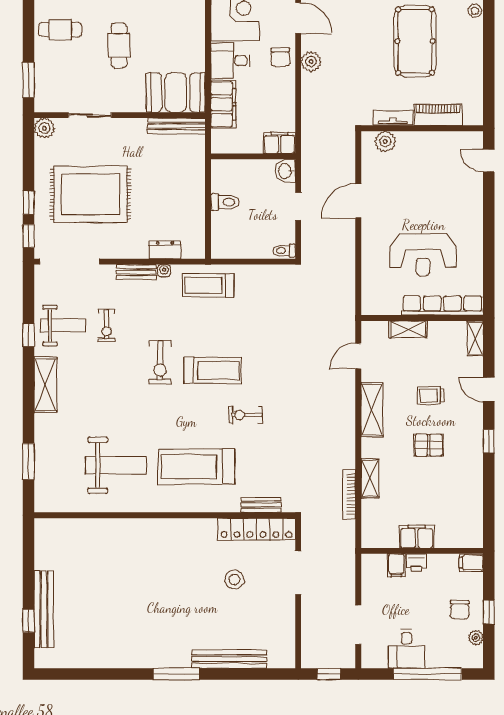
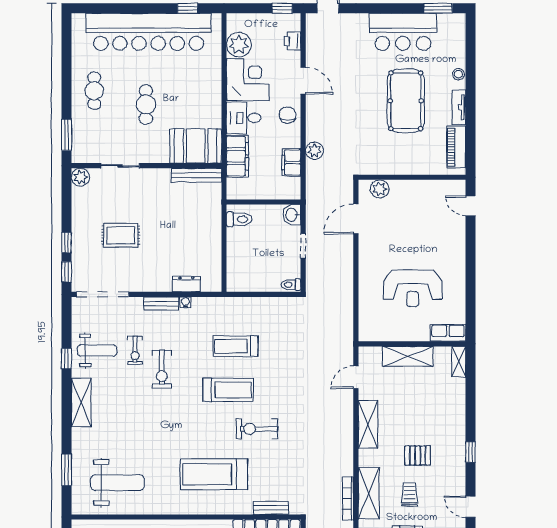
cafe table: (60, 30) -> (94, 91), turned 90
chair: (280, 57) -> (288, 115), turned 180
plant: (311, 62) -> (314, 151), moved
piano: (438, 115) -> (456, 147), moved, turned -90
tv unit: (393, 118) -> (459, 107), moved, turned -90
filing cabinet: (279, 143) -> (291, 162), moved, turned -90
rug: (90, 194) -> (121, 235), width x0.54, depth x0.49
door: (358, 201) -> (356, 219), moved
toilet: (225, 202) -> (239, 219), moved
treadmill: (208, 285) -> (235, 346), moved
row of seats: (442, 305) -> (448, 333), width x0.50
shelving: (408, 329) -> (408, 356), width x1.50, depth x1.33
exercise bike: (160, 362) -> (162, 369), moved
door: (489, 390) -> (471, 507), moved
trolley: (431, 395) -> (410, 494), moved, turned 90
exercise bike: (245, 415) -> (257, 429), width x1.38, depth x1.39
weight bench: (116, 465) -> (117, 483), moved
shelving: (370, 478) -> (369, 493), width x1.50, depth x1.33

